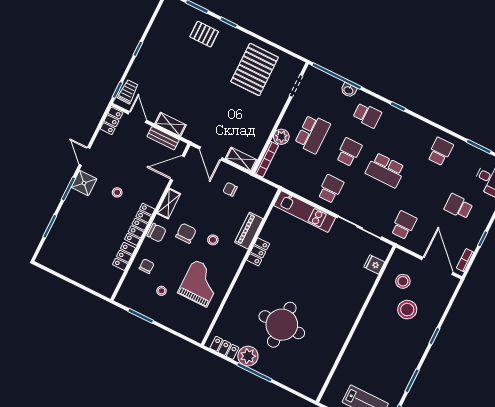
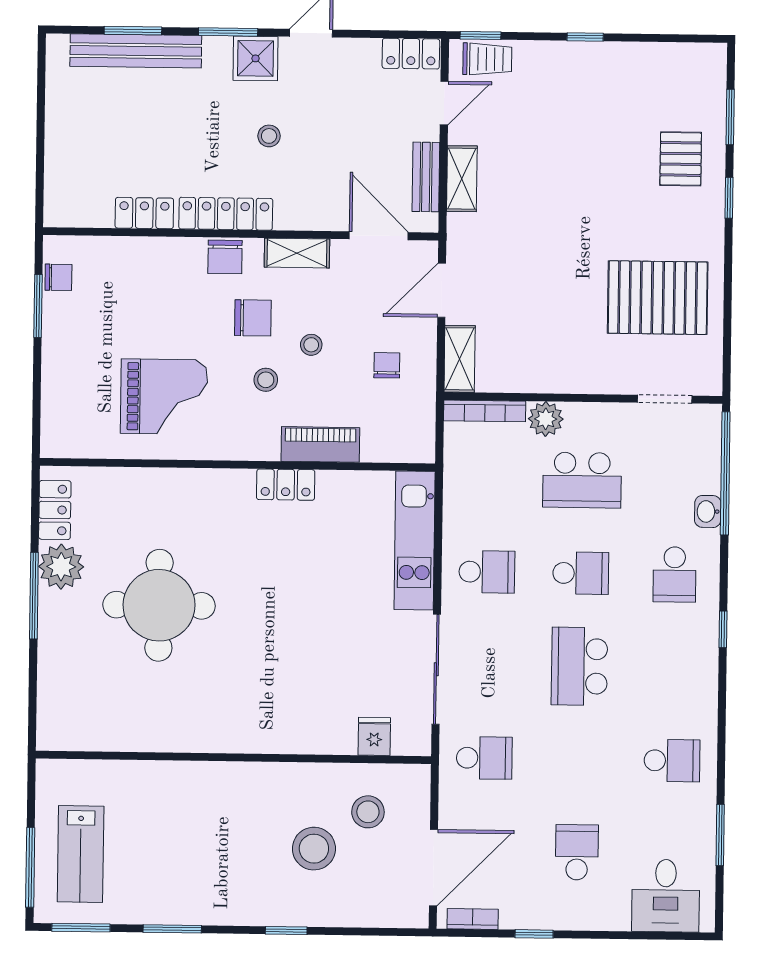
bench: (58, 229) -> (136, 51), added
chair: (147, 266) -> (58, 277), moved
stool: (161, 291) -> (311, 345), moved

